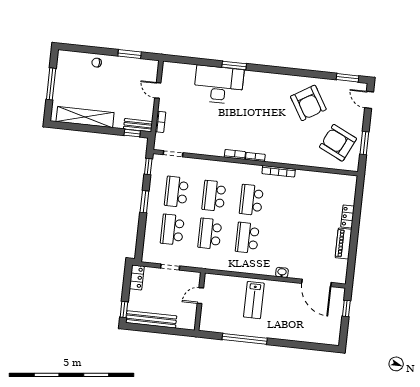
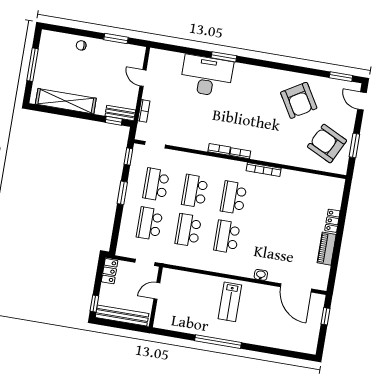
door: (200, 296) -> (157, 291), moved
wall: (200, 301) -> (156, 297), moved

